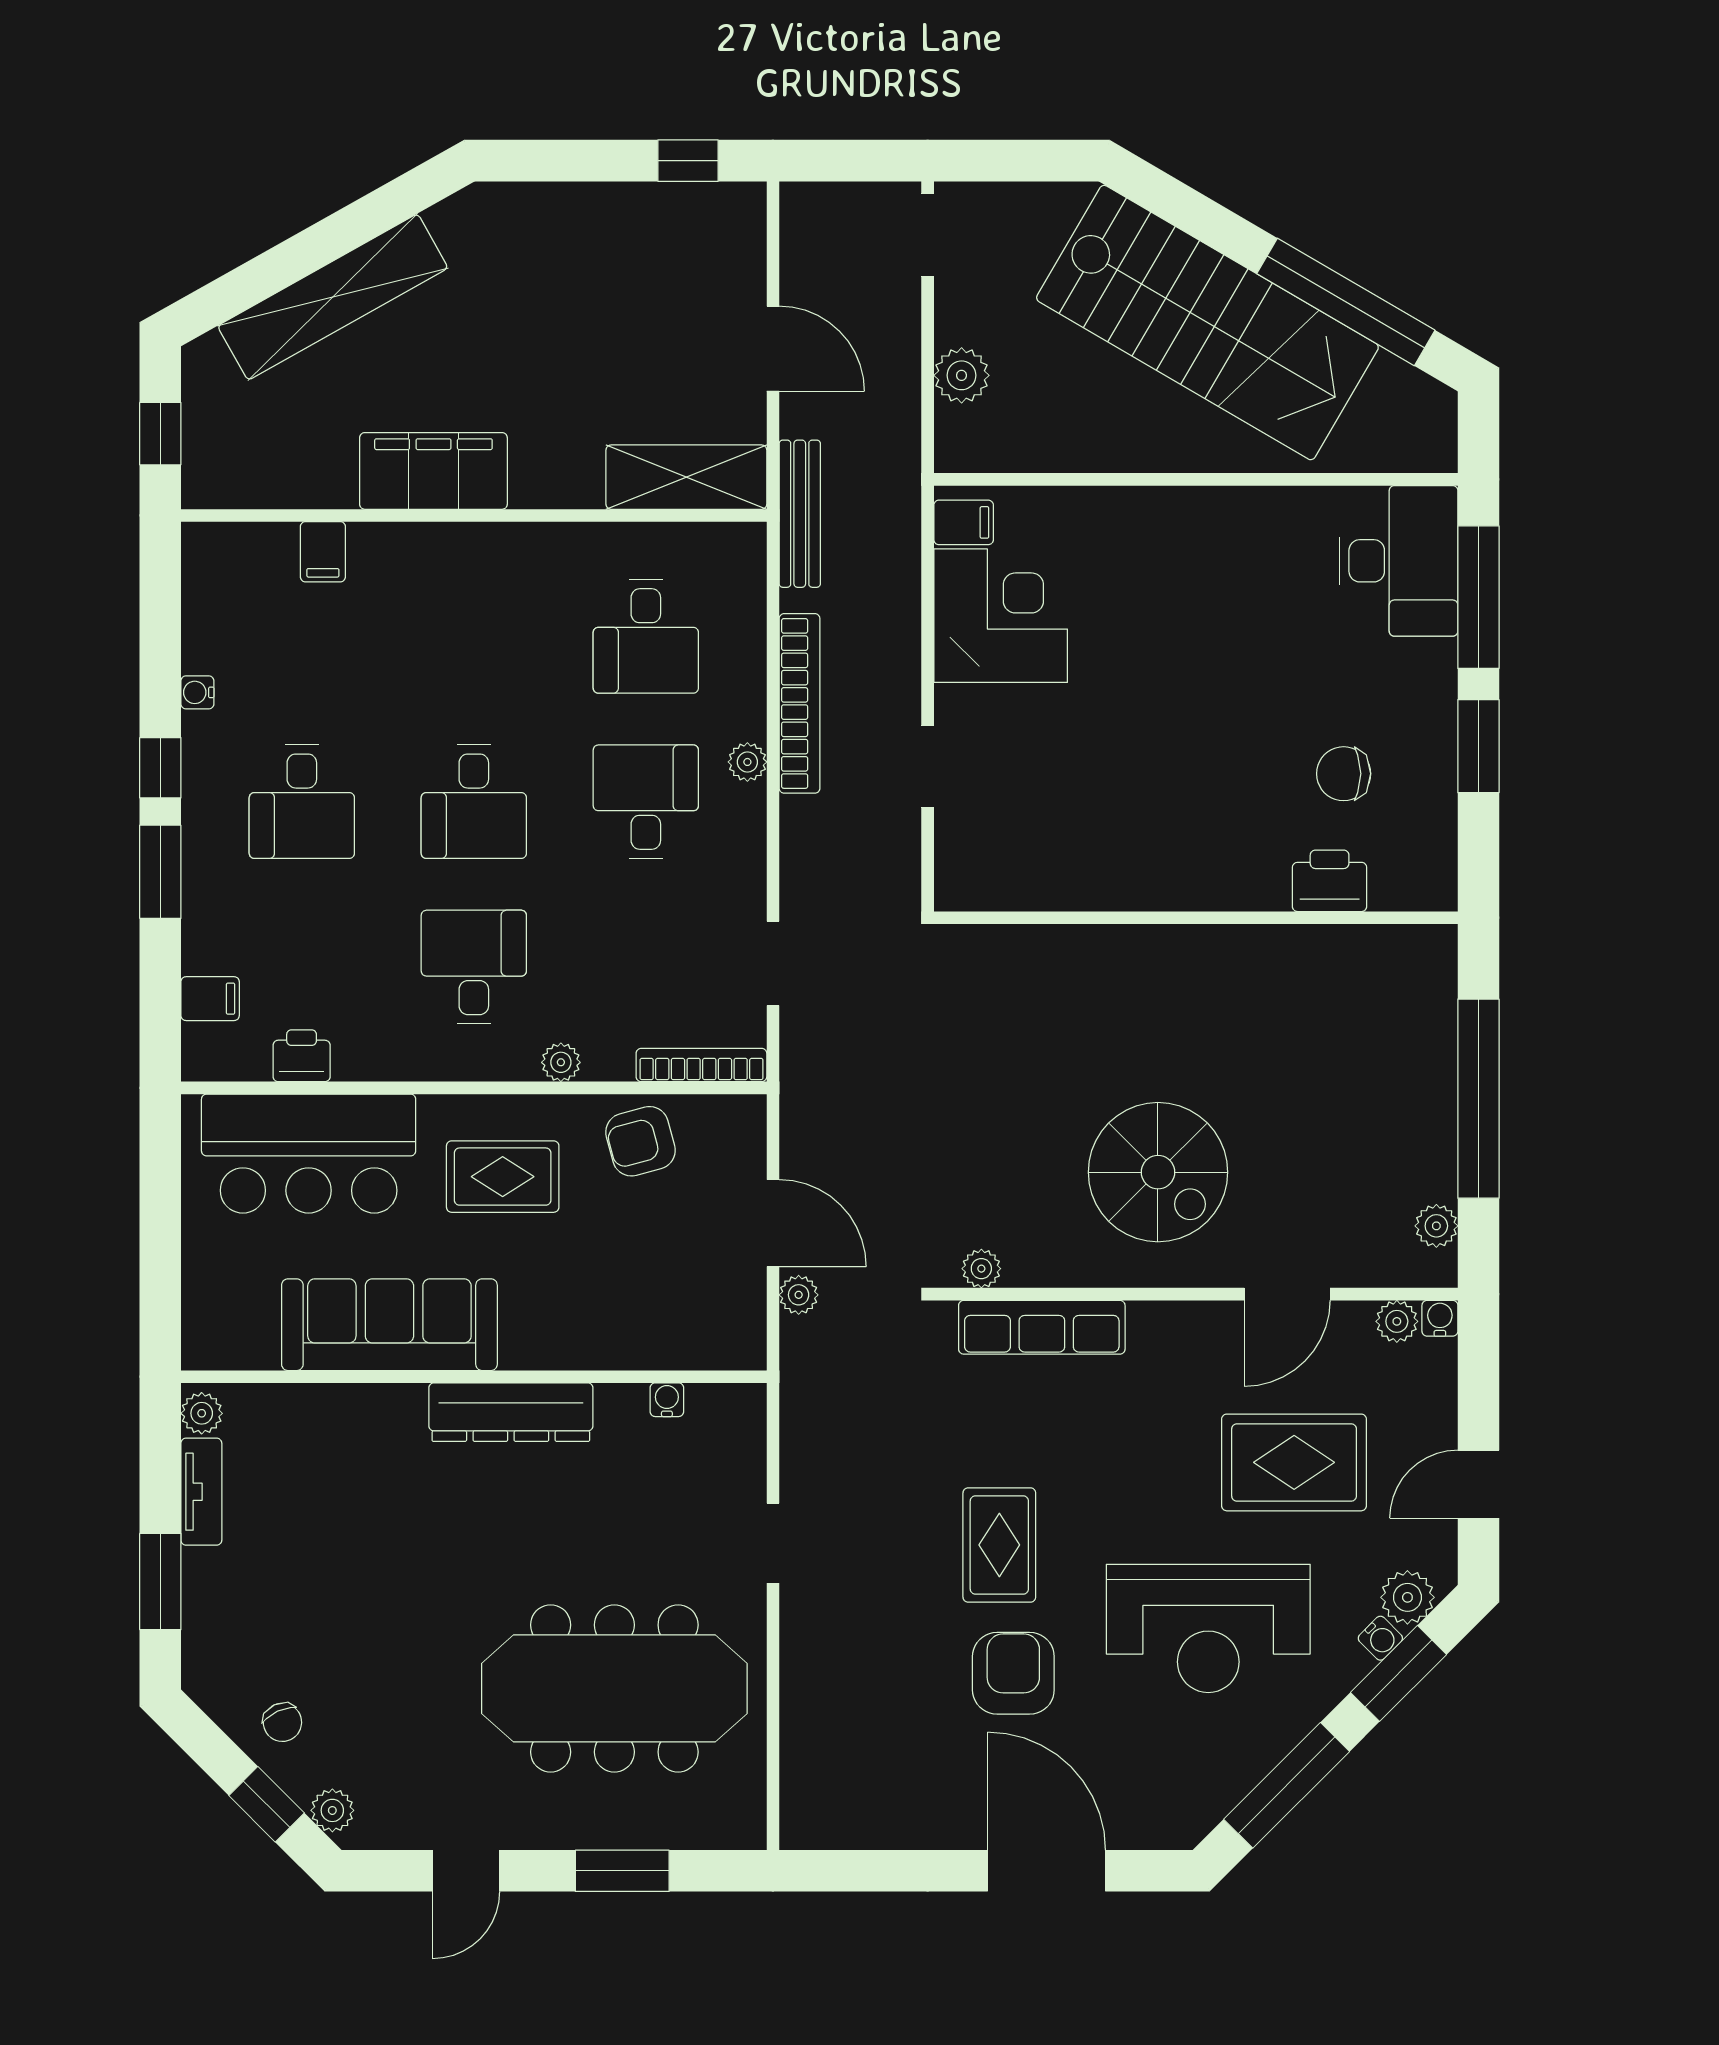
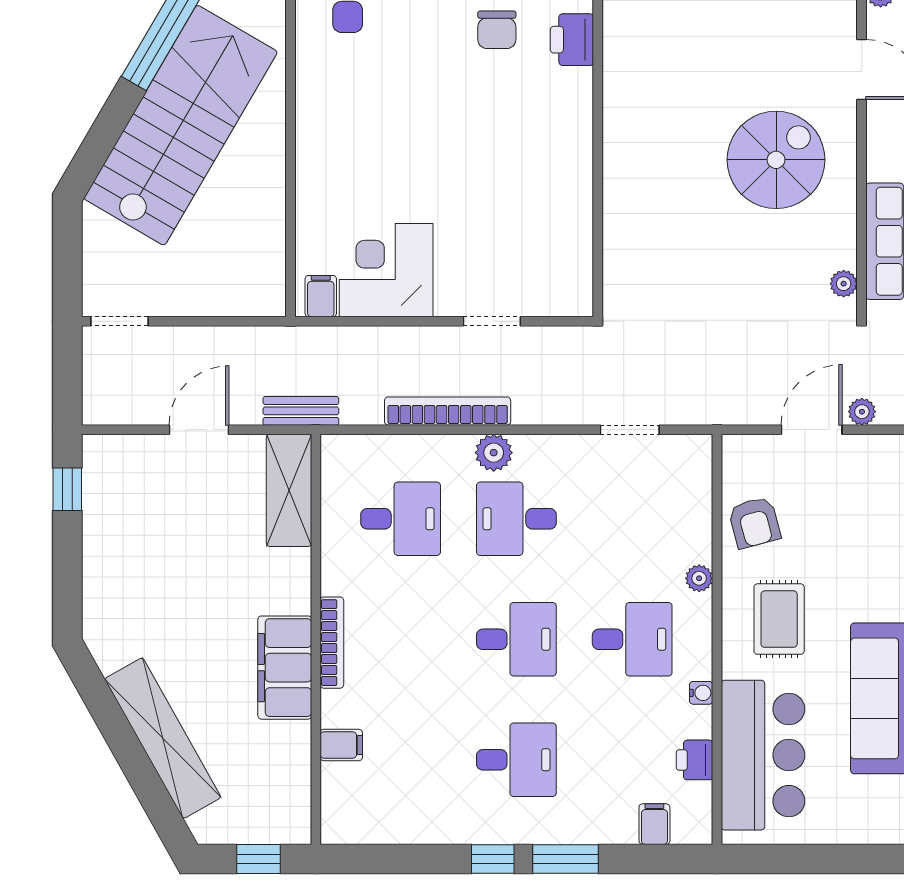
plant: (962, 375) -> (218, 298), removed
bench: (800, 514) -> (301, 411), width x0.73
water cooler: (197, 692) -> (701, 693), moved, turned -90
plant: (747, 762) -> (494, 453), width x1.38, depth x1.38
desk: (474, 967) -> (632, 639), turned 180
bookcase: (701, 1065) -> (332, 643), moved, turned 180

